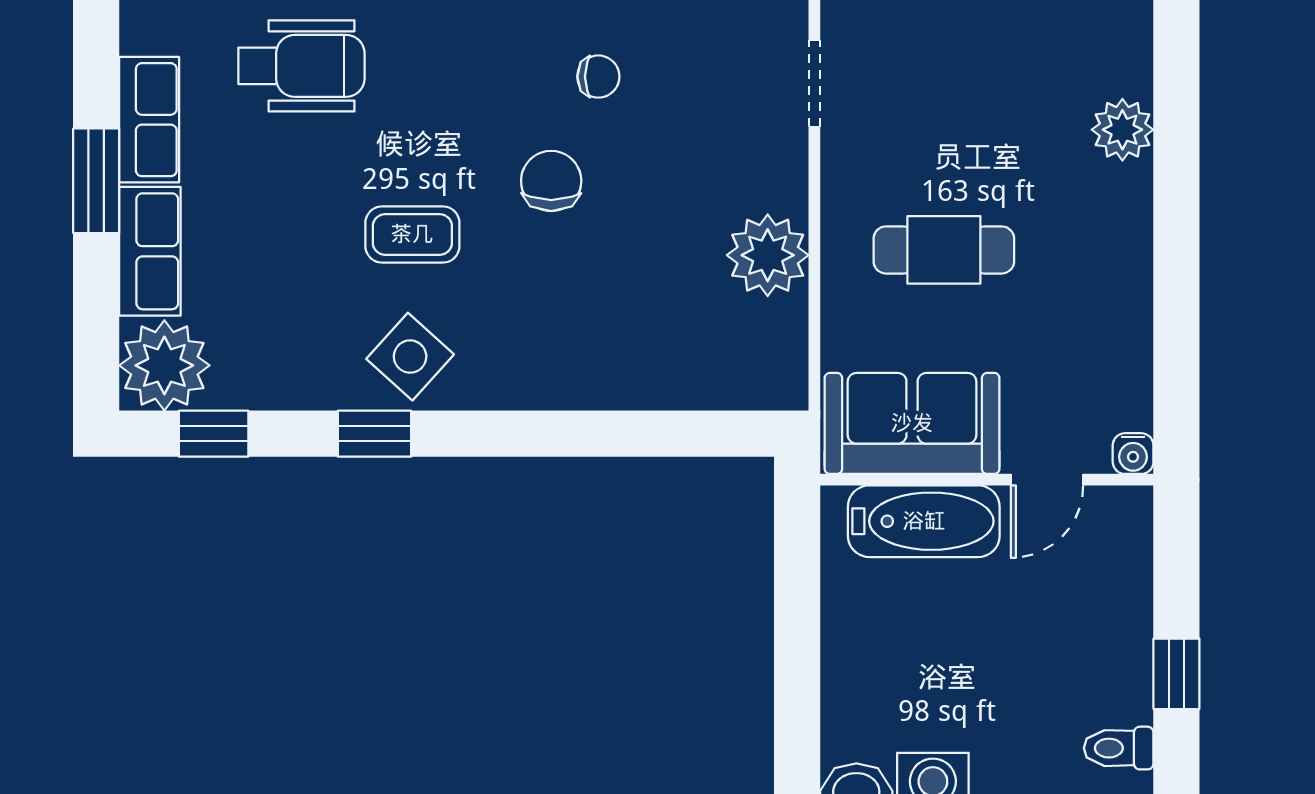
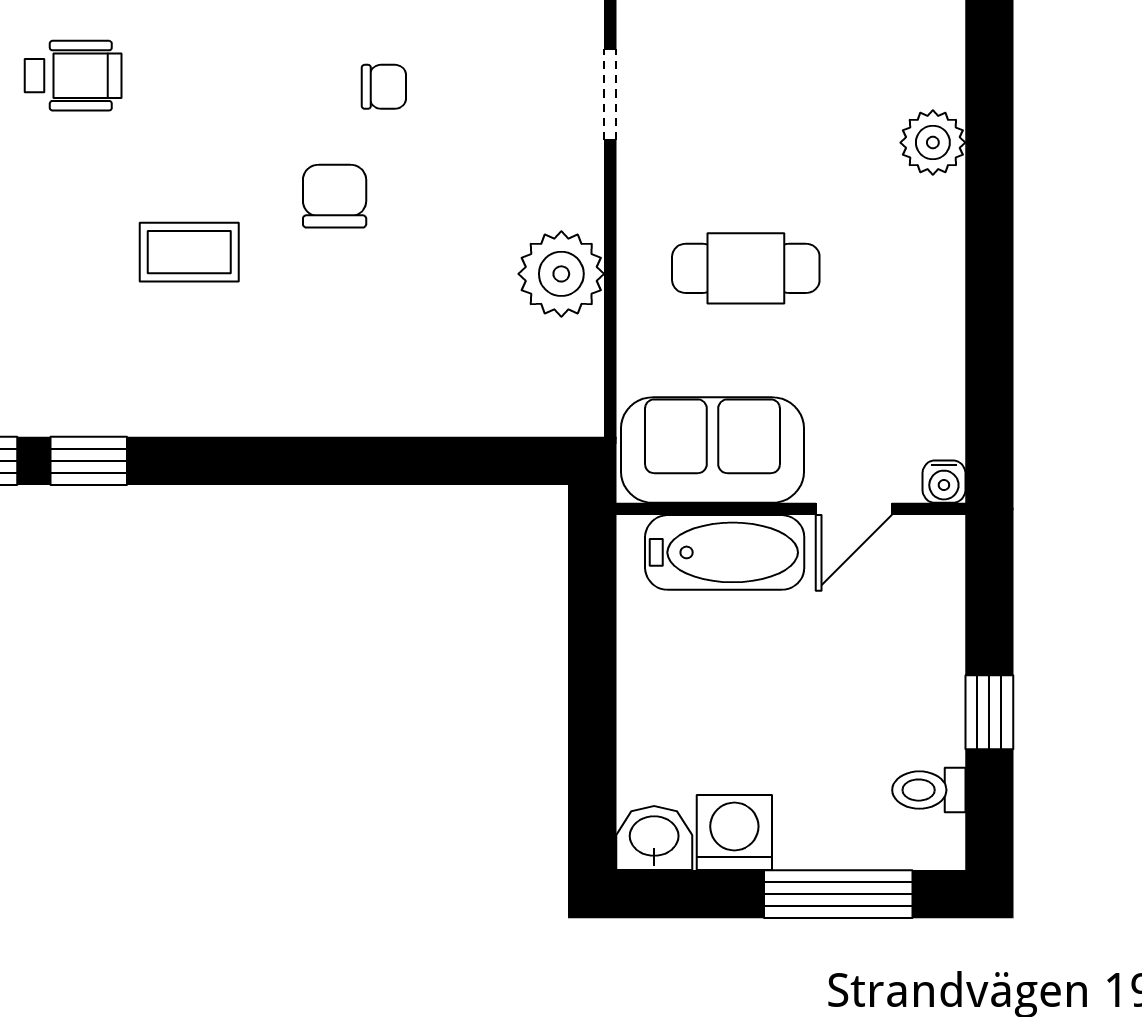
wheelchair: (301, 66) -> (73, 76), width x0.73, depth x0.73
side table: (410, 357) -> (187, 380), removed
window: (375, 434) -> (89, 461), moved

